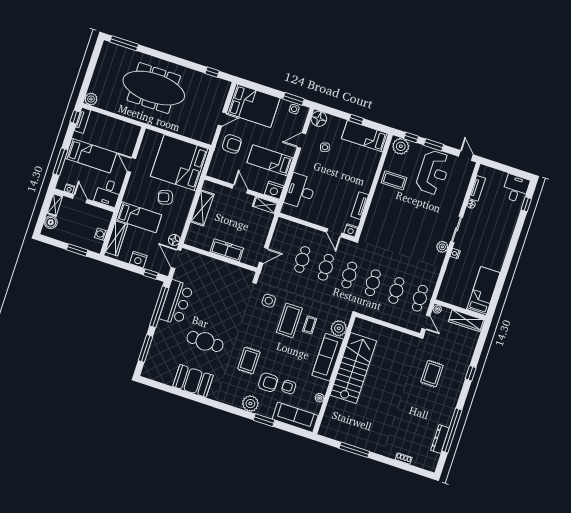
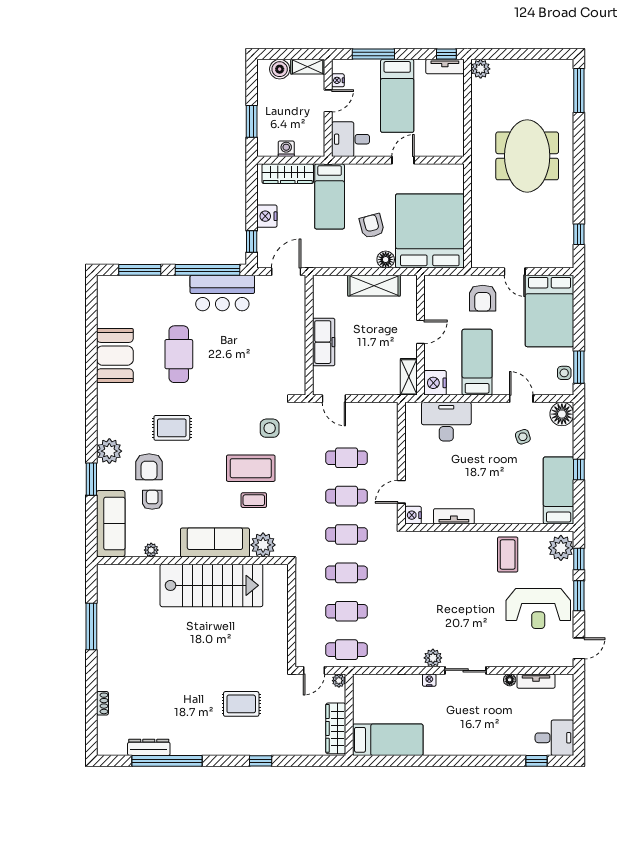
meeting table: (154, 88) -> (527, 156), width x0.73
floor lamp: (174, 240) -> (386, 260), moved

